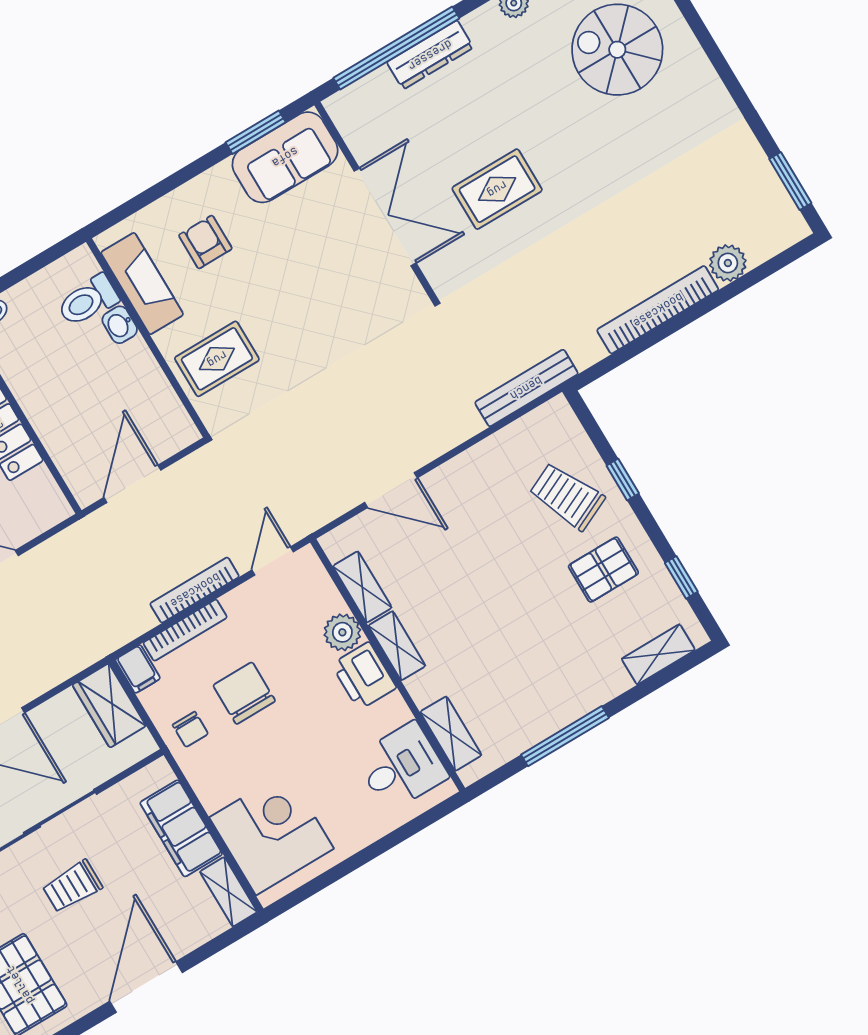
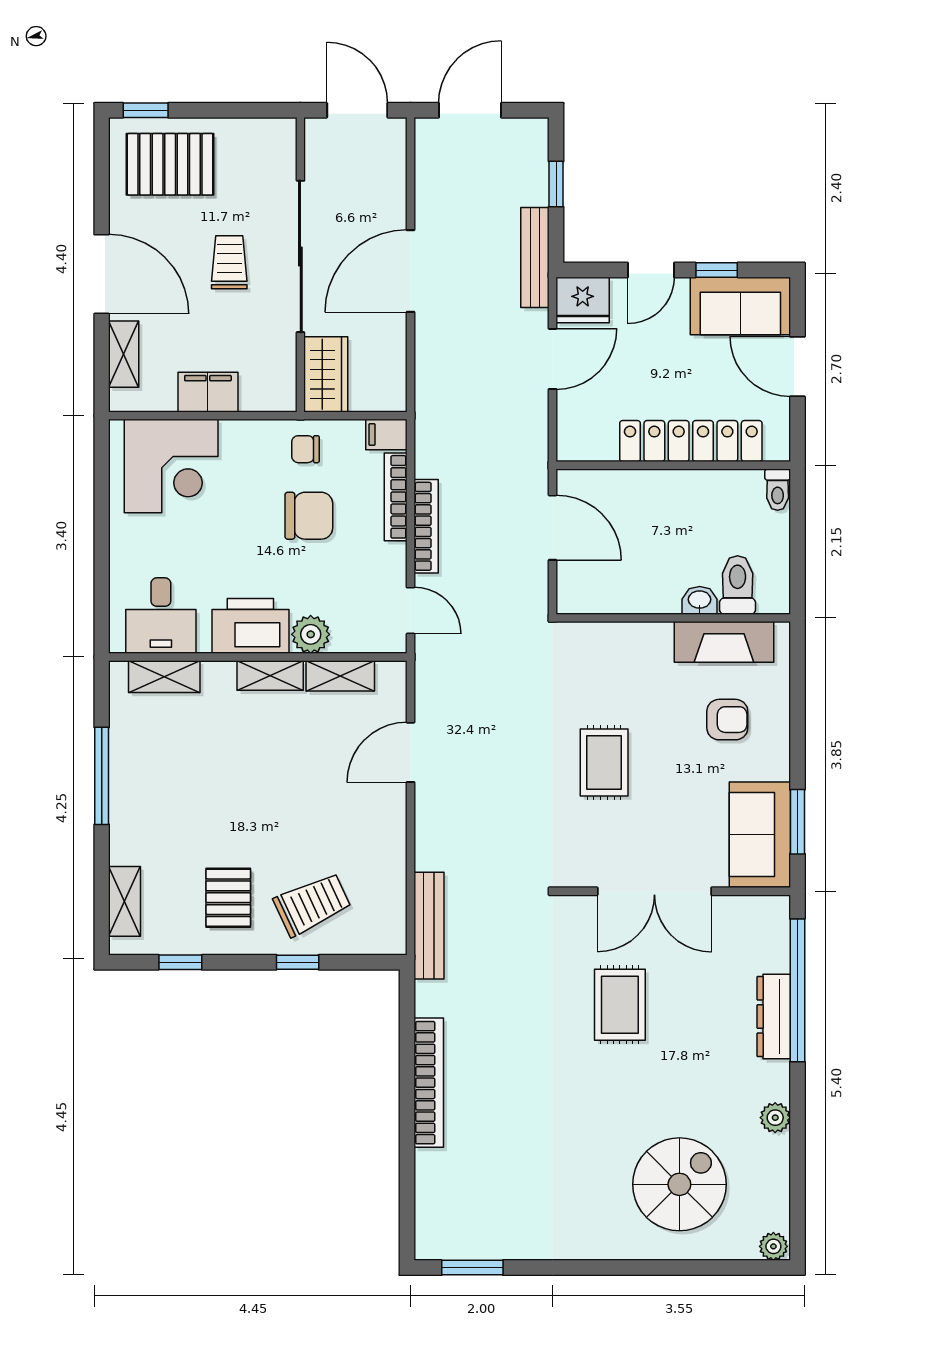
plant: (728, 263) -> (433, 1169), removed
rug: (217, 359) -> (604, 763), moved
printer: (364, 676) -> (250, 626), width x1.37, depth x1.19
wardrobe: (109, 706) -> (326, 374), moved, turned 90
filing cabinet: (181, 828) -> (208, 392), width x0.67, depth x0.86
shelving: (229, 892) -> (124, 354), moved, turned 90

